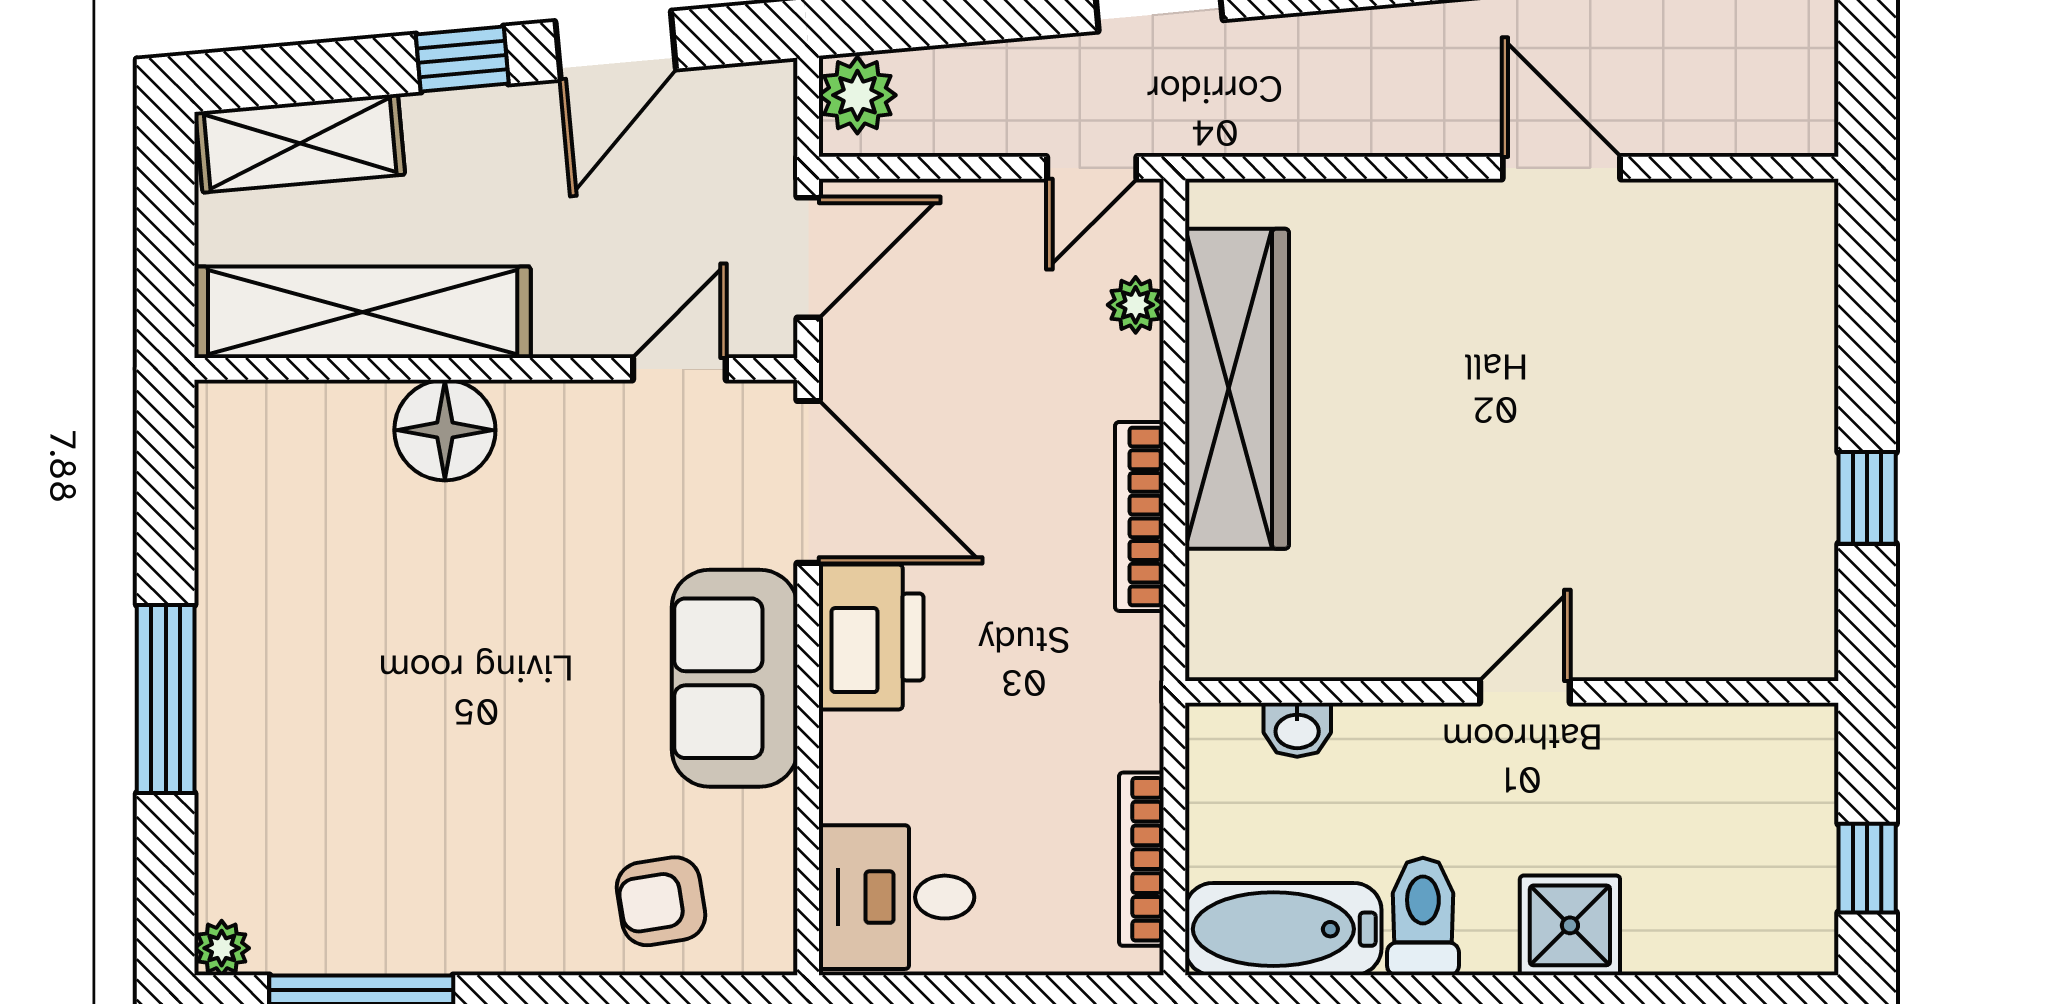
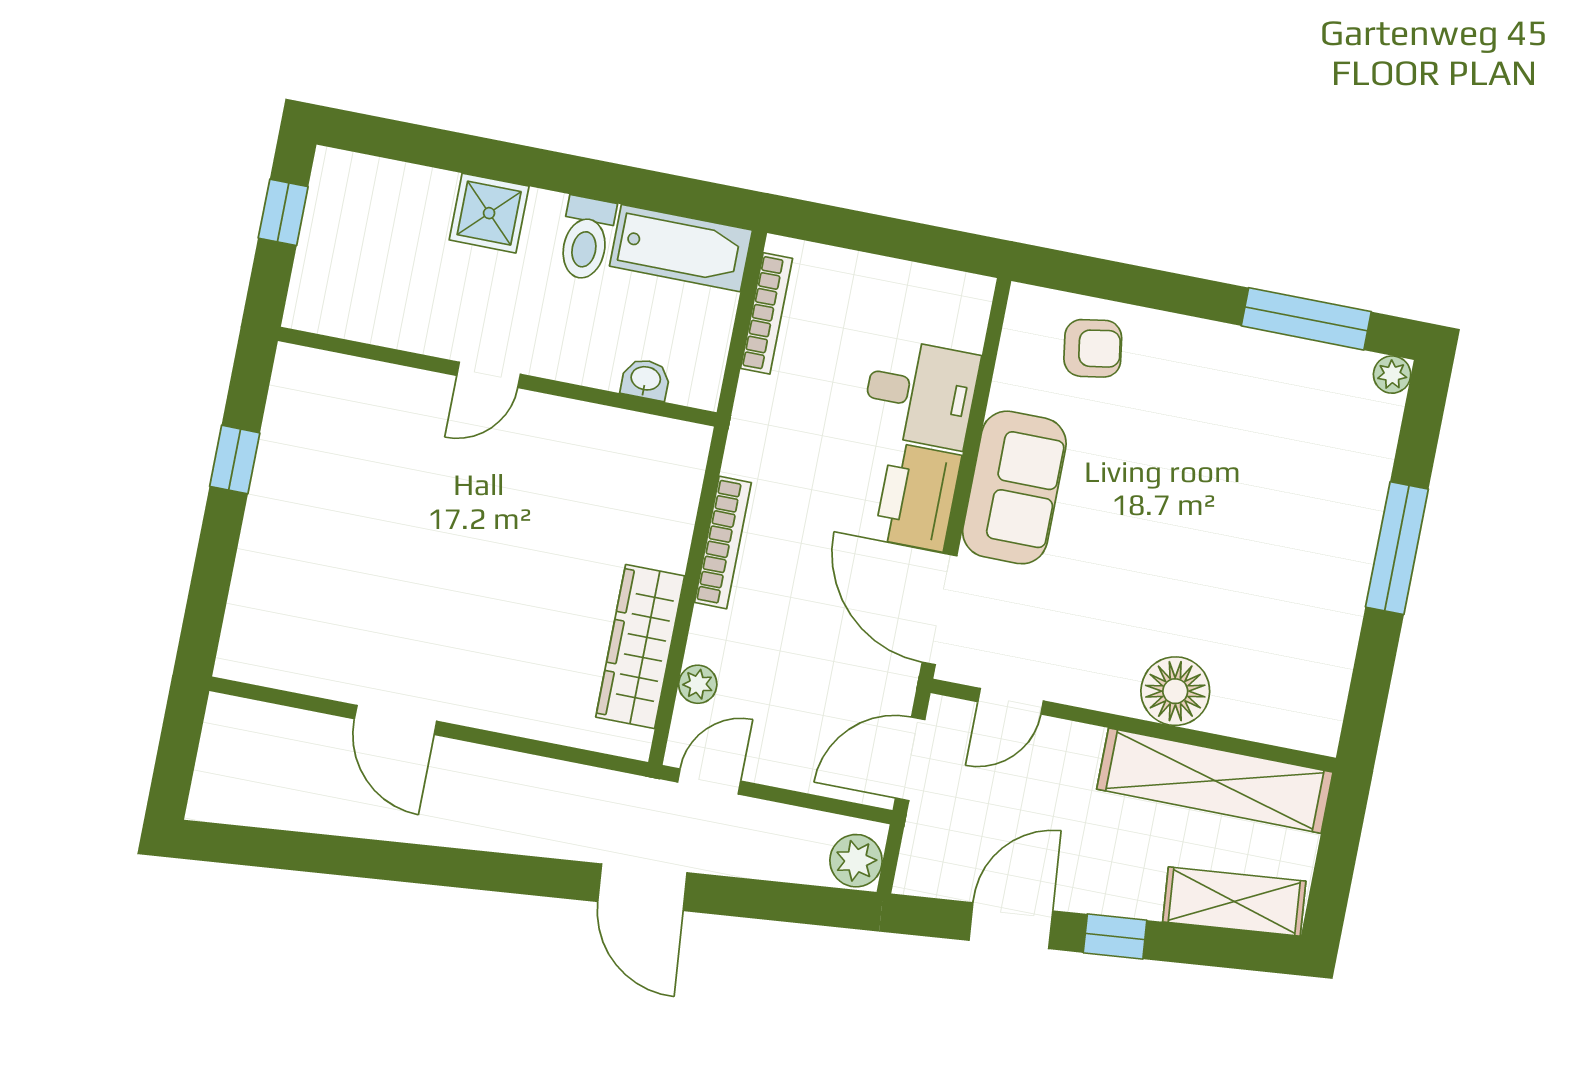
wardrobe: (1237, 389) -> (640, 647), width x0.71, depth x0.85
desk: (897, 897) -> (921, 393), moved

